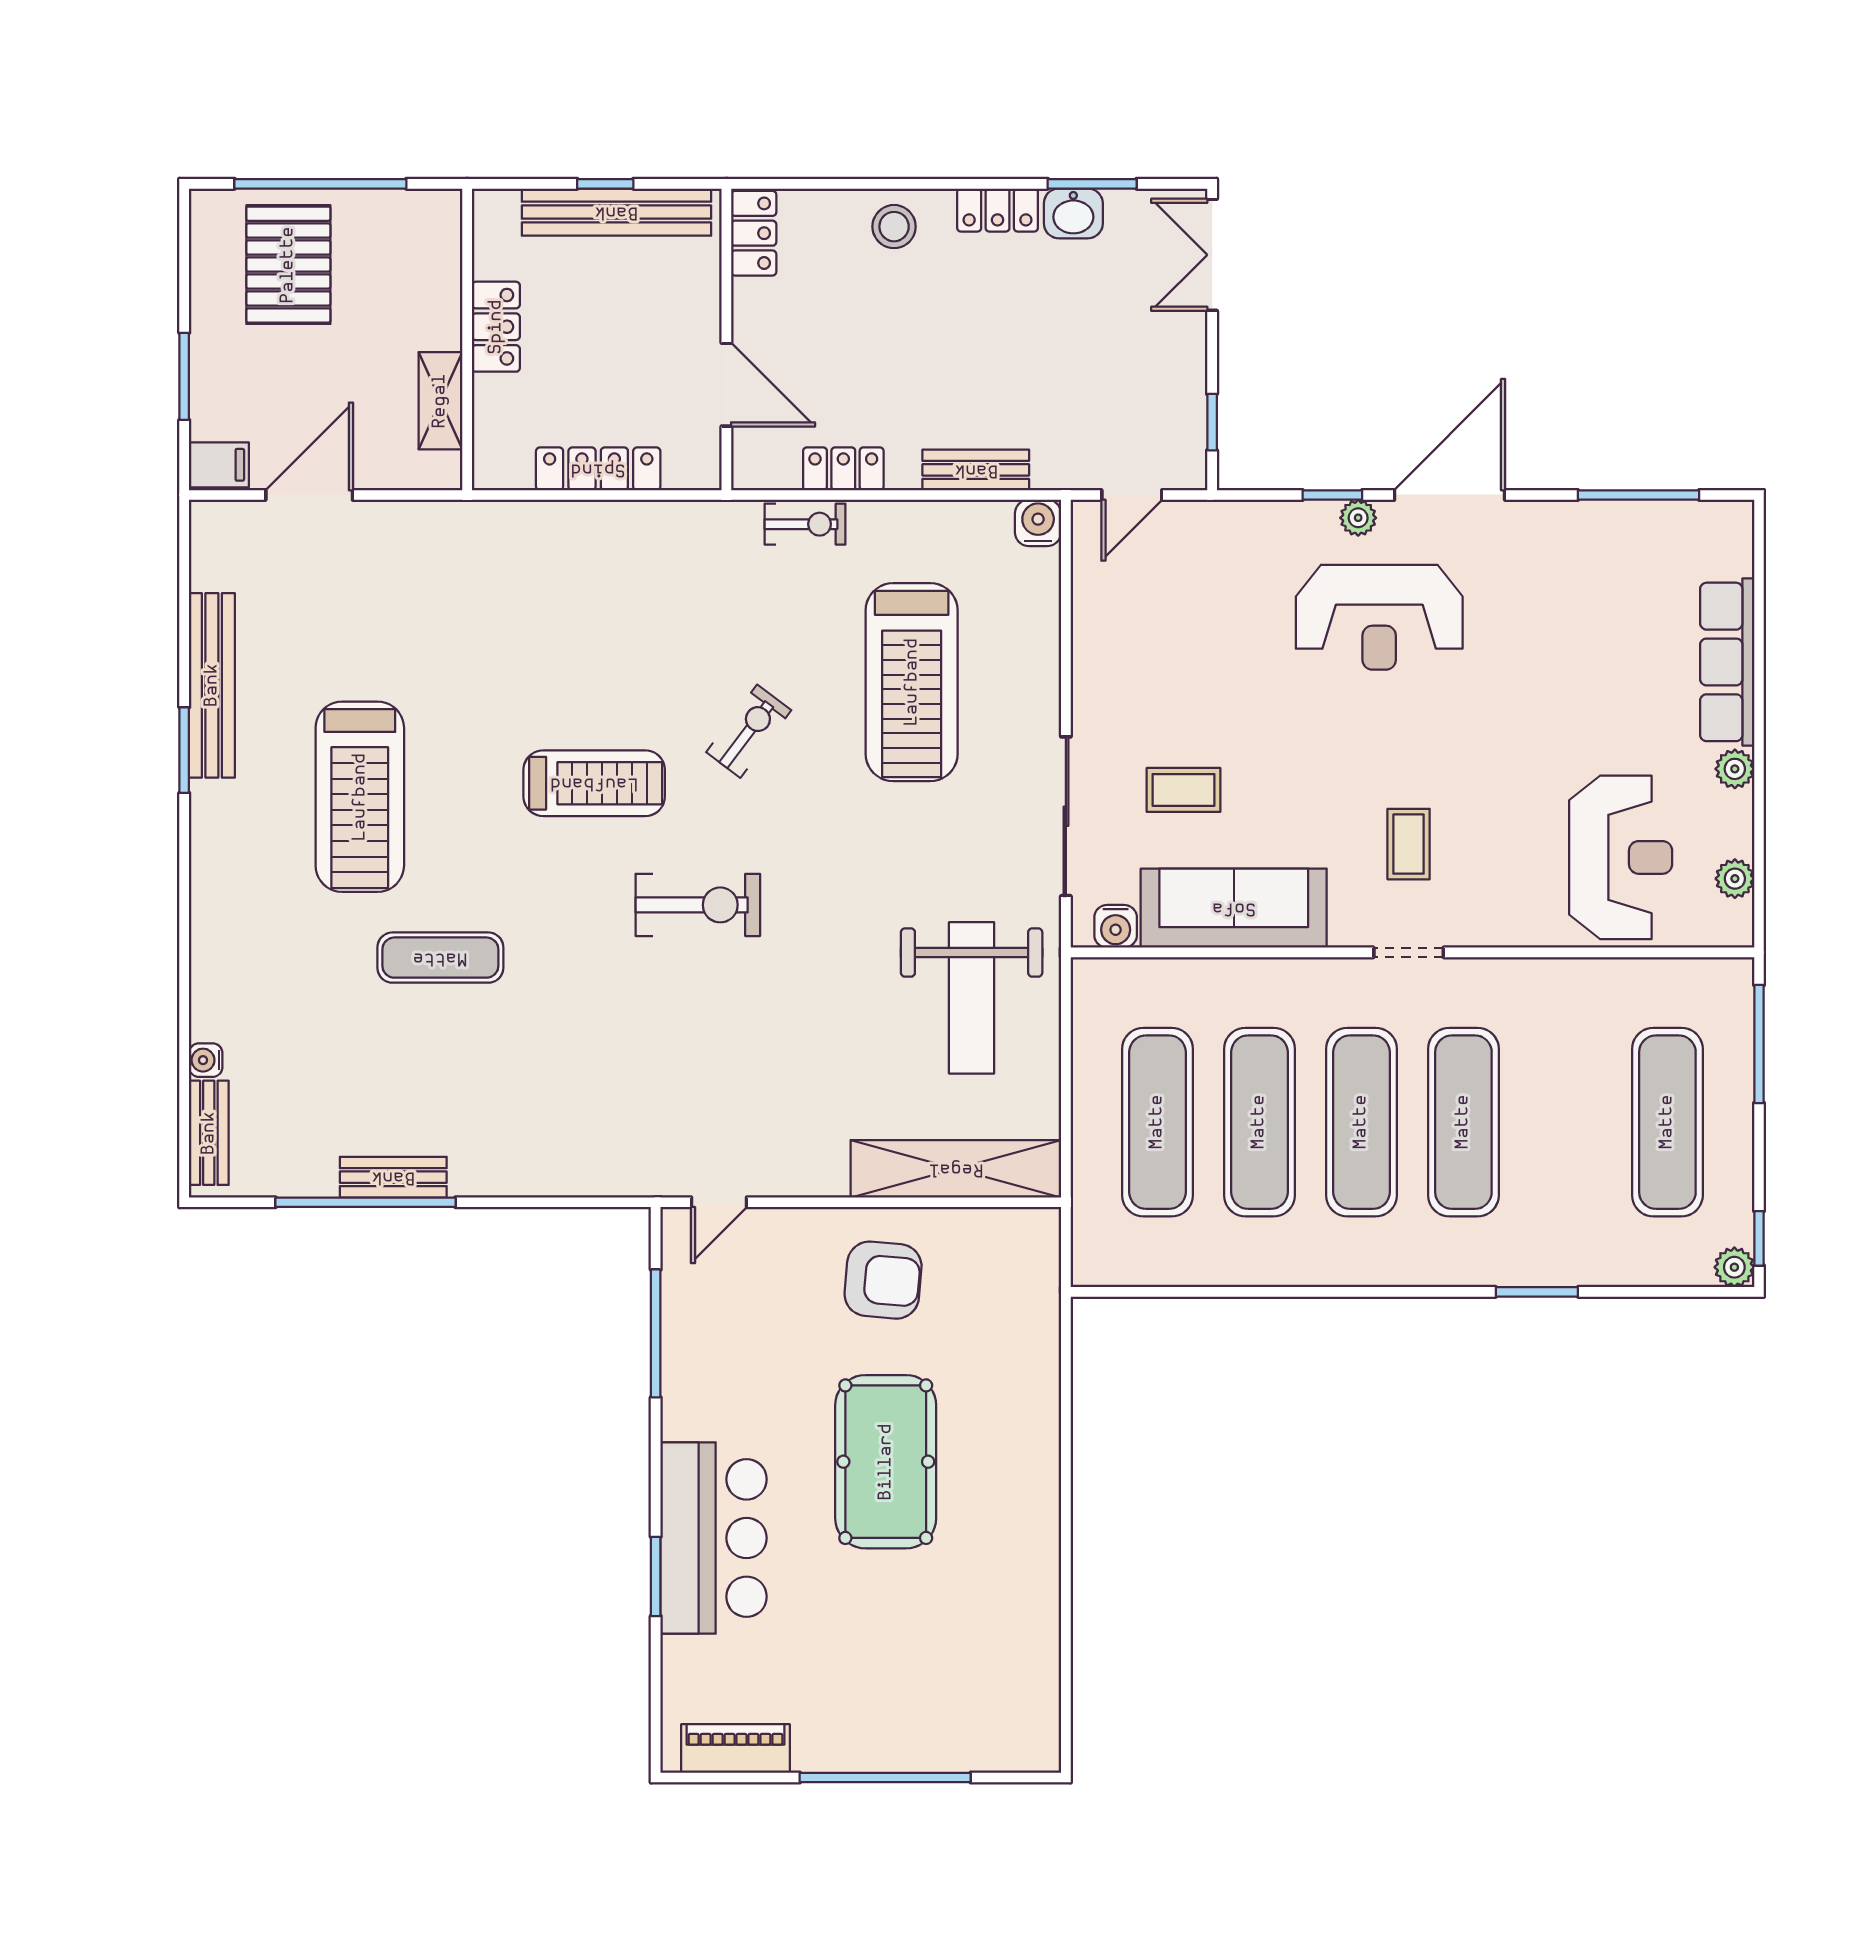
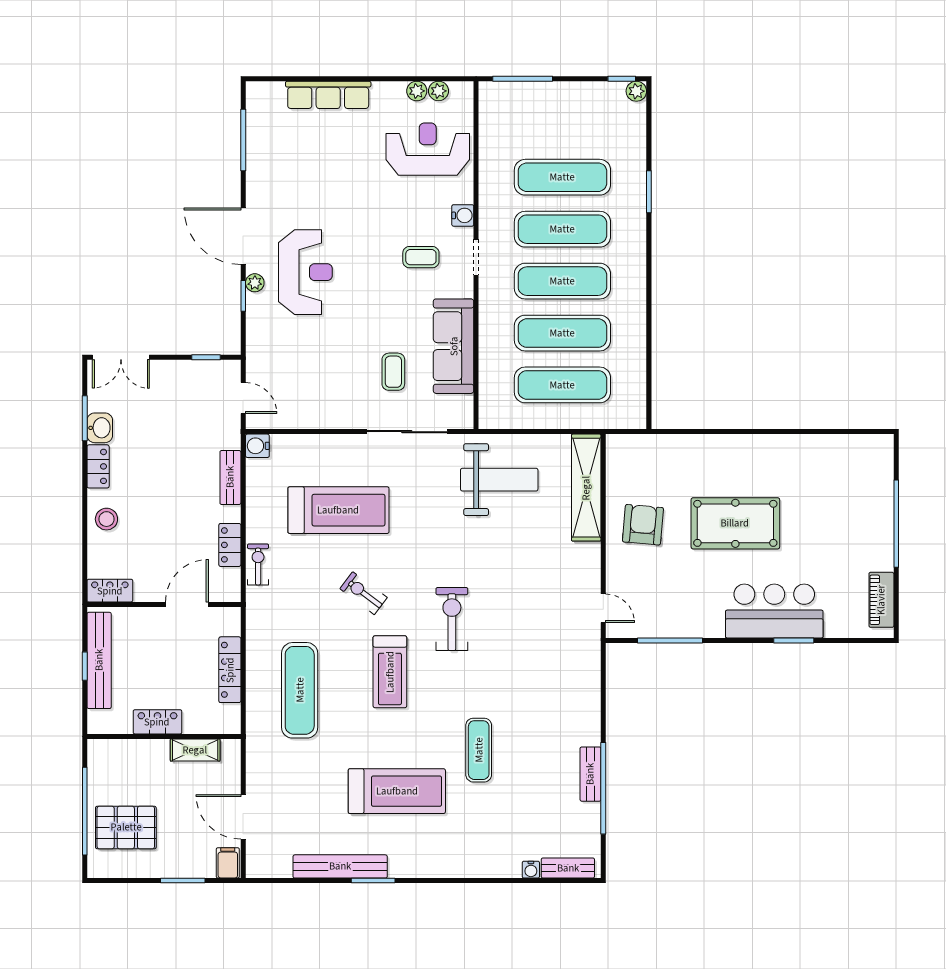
exercise mat: (558, 606) -> (300, 690), added
plant: (1735, 769) -> (417, 91), moved
treadmill: (594, 783) -> (390, 672), turned 180
water cooler: (1116, 926) -> (463, 215), moved
exercise mat: (1667, 1122) -> (562, 177), moved

